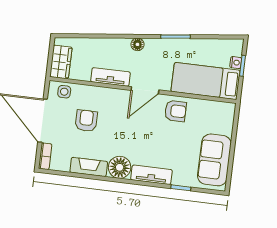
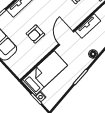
armchair: (175, 111) -> (35, 34), moved

